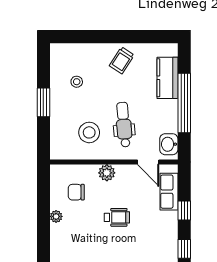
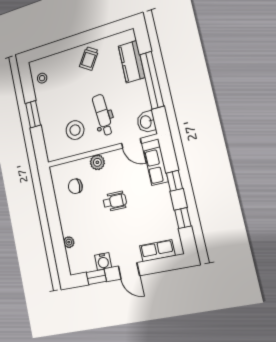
stool: (77, 82) -> (42, 78), moved
plant: (56, 216) -> (69, 242), moved

